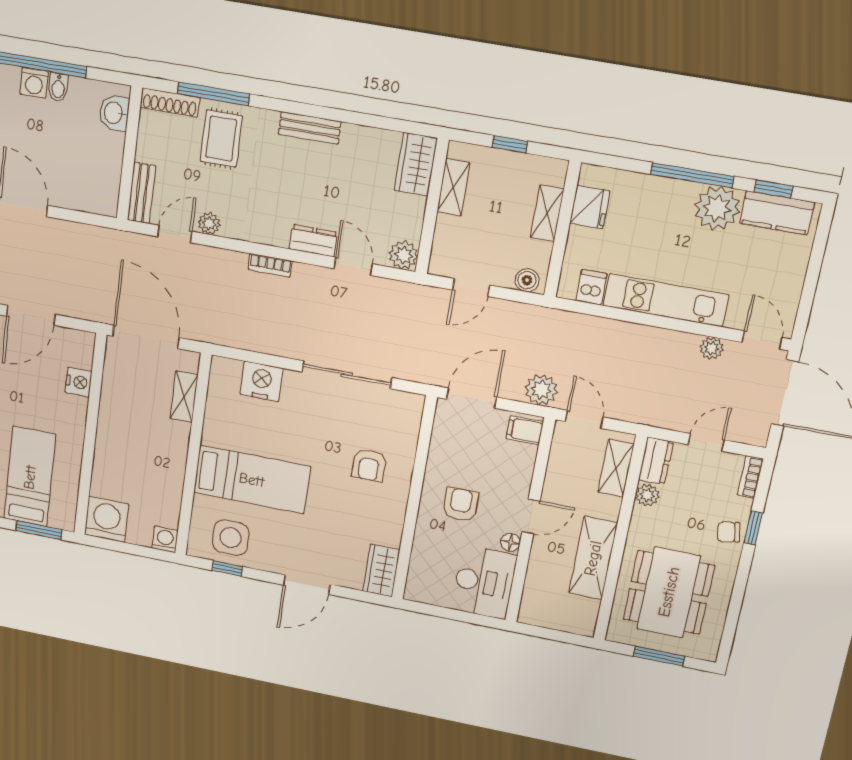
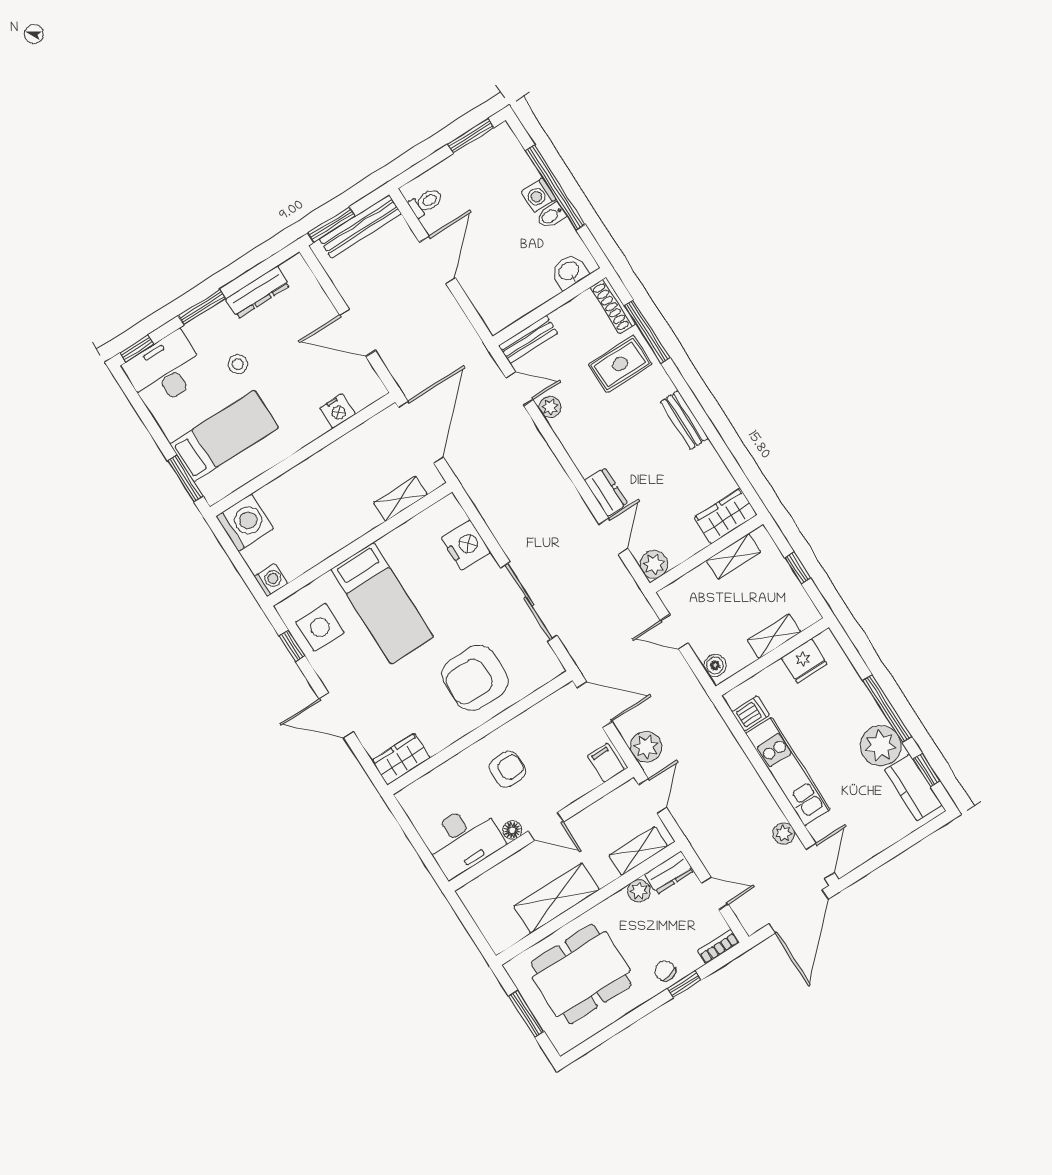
bookcase: (270, 265) -> (560, 477), removed
armchair: (369, 465) -> (475, 678), width x1.88, depth x1.88

